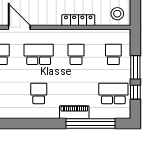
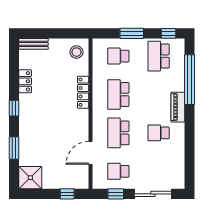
school desk: (76, 54) -> (118, 94), width x1.85
window: (135, 92) -> (169, 33), moved
piano: (74, 112) -> (178, 107), moved

